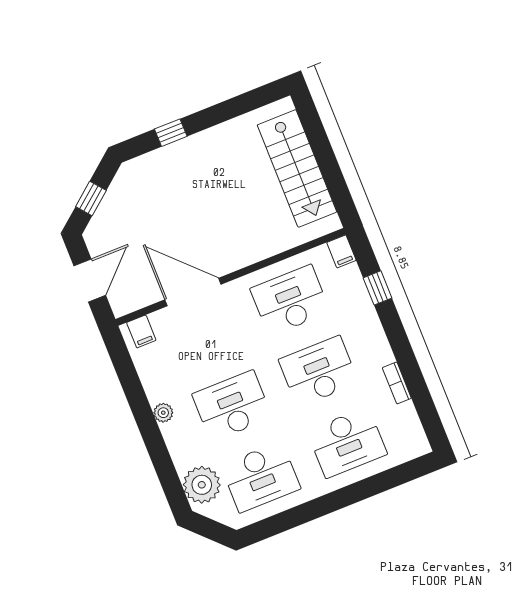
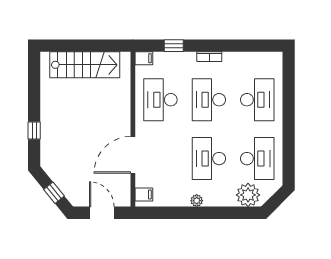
bookcase: (397, 383) -> (209, 57), moved

